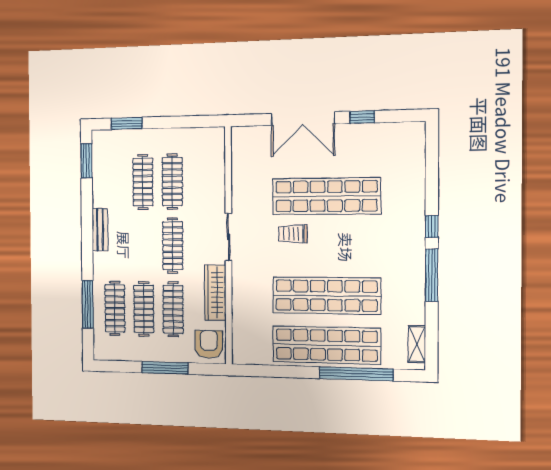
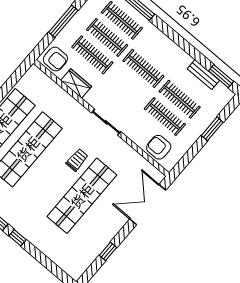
double door: (303, 119) -> (148, 205), moved
window: (127, 123) -> (212, 129), moved
armchair: (208, 161) -> (159, 147), added
bench: (100, 230) -> (203, 75), moved
clothes rail: (173, 246) -> (143, 68), moved
wardrobe: (215, 293) -> (76, 83), width x0.67

